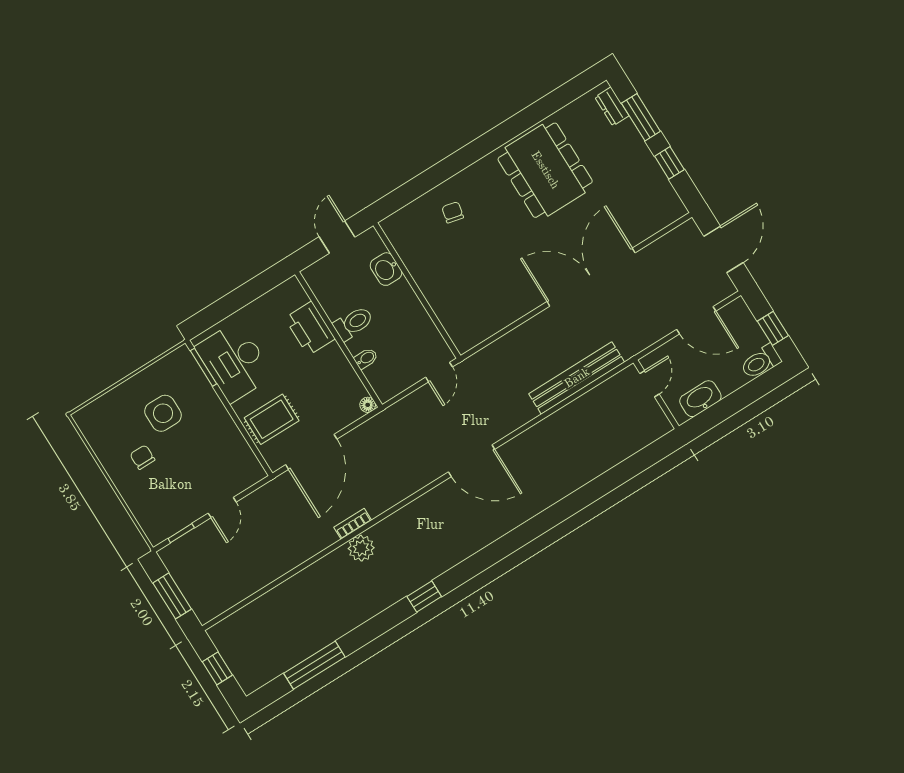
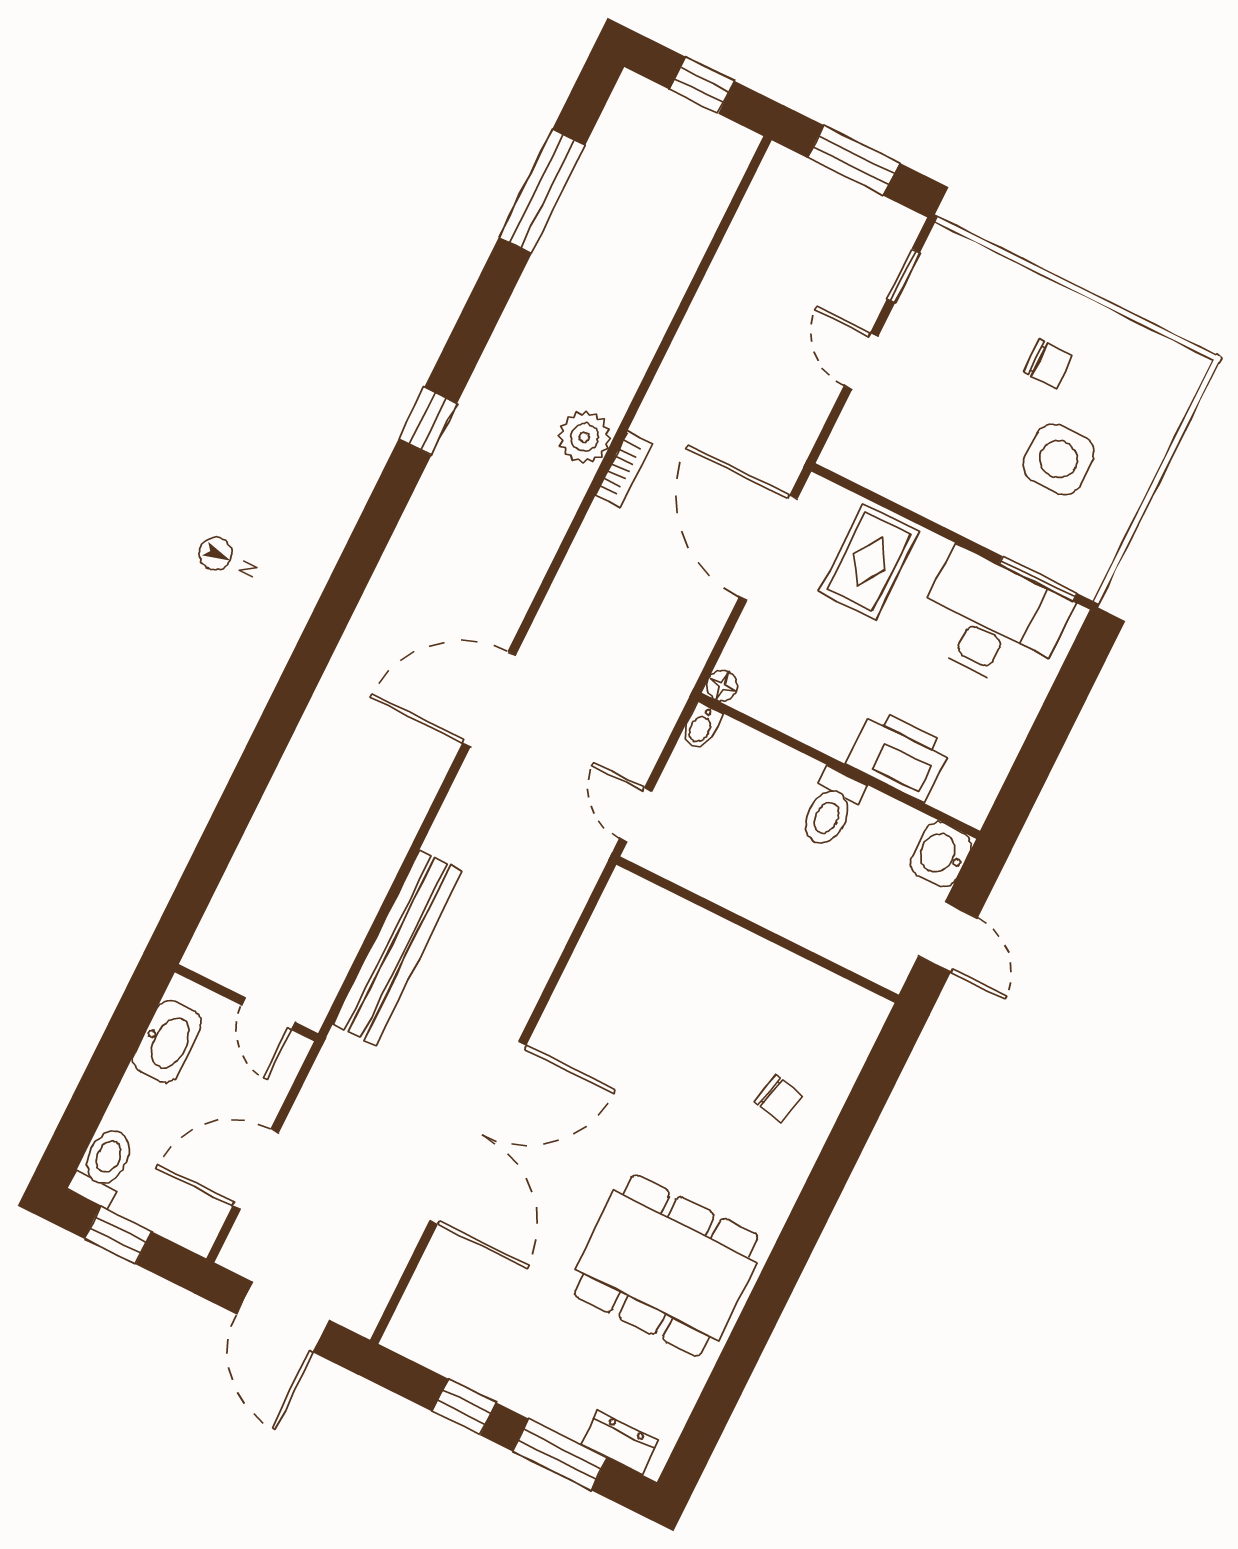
washbasin: (386, 269) -> (941, 854), moved, turned -90
bidet: (366, 358) -> (701, 726), moved

